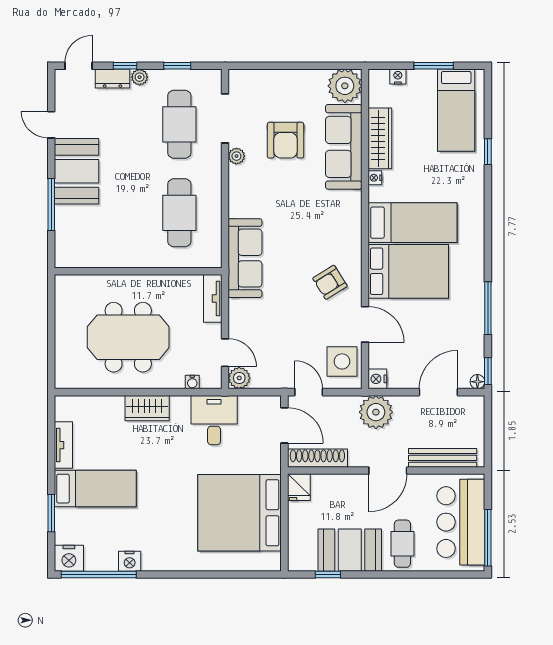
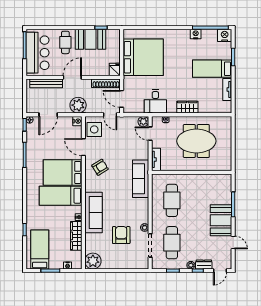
sofa: (344, 147) -> (93, 212), moved

